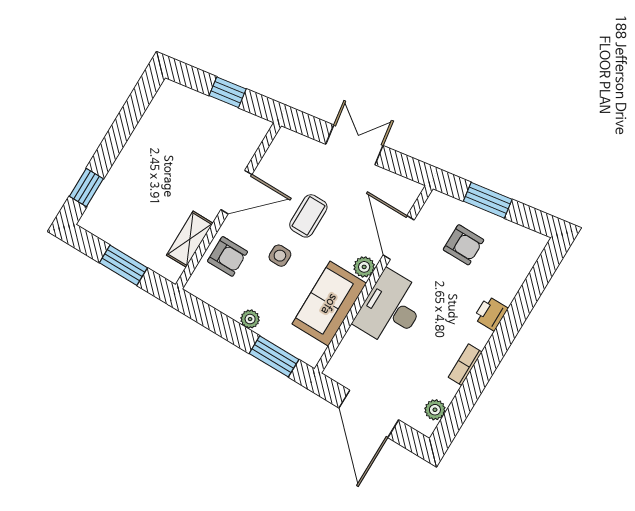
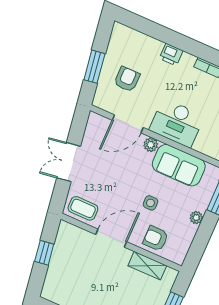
door: (236, 192) -> (111, 238), hinge flipped
coffee table: (308, 216) -> (83, 208), moved
armchair: (228, 256) -> (156, 238), turned -90

